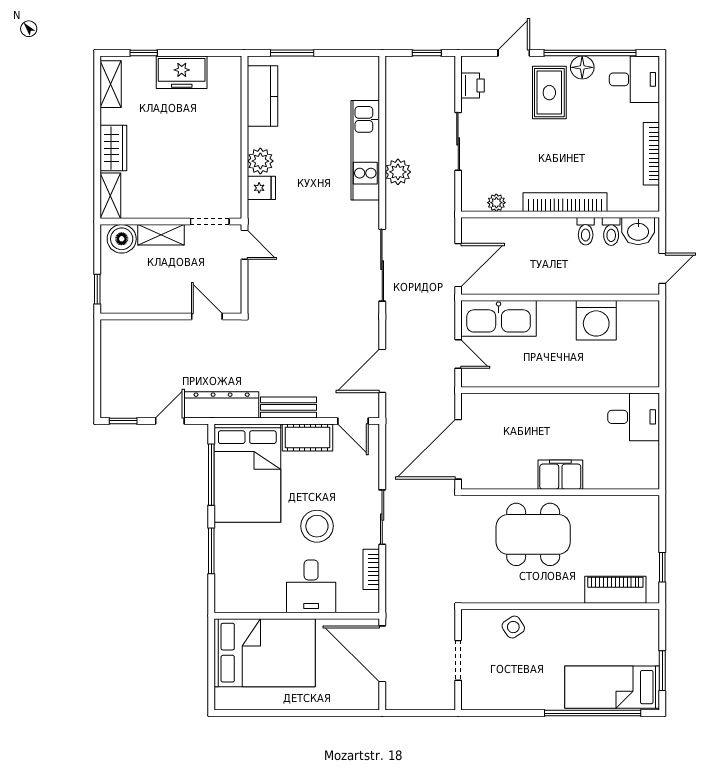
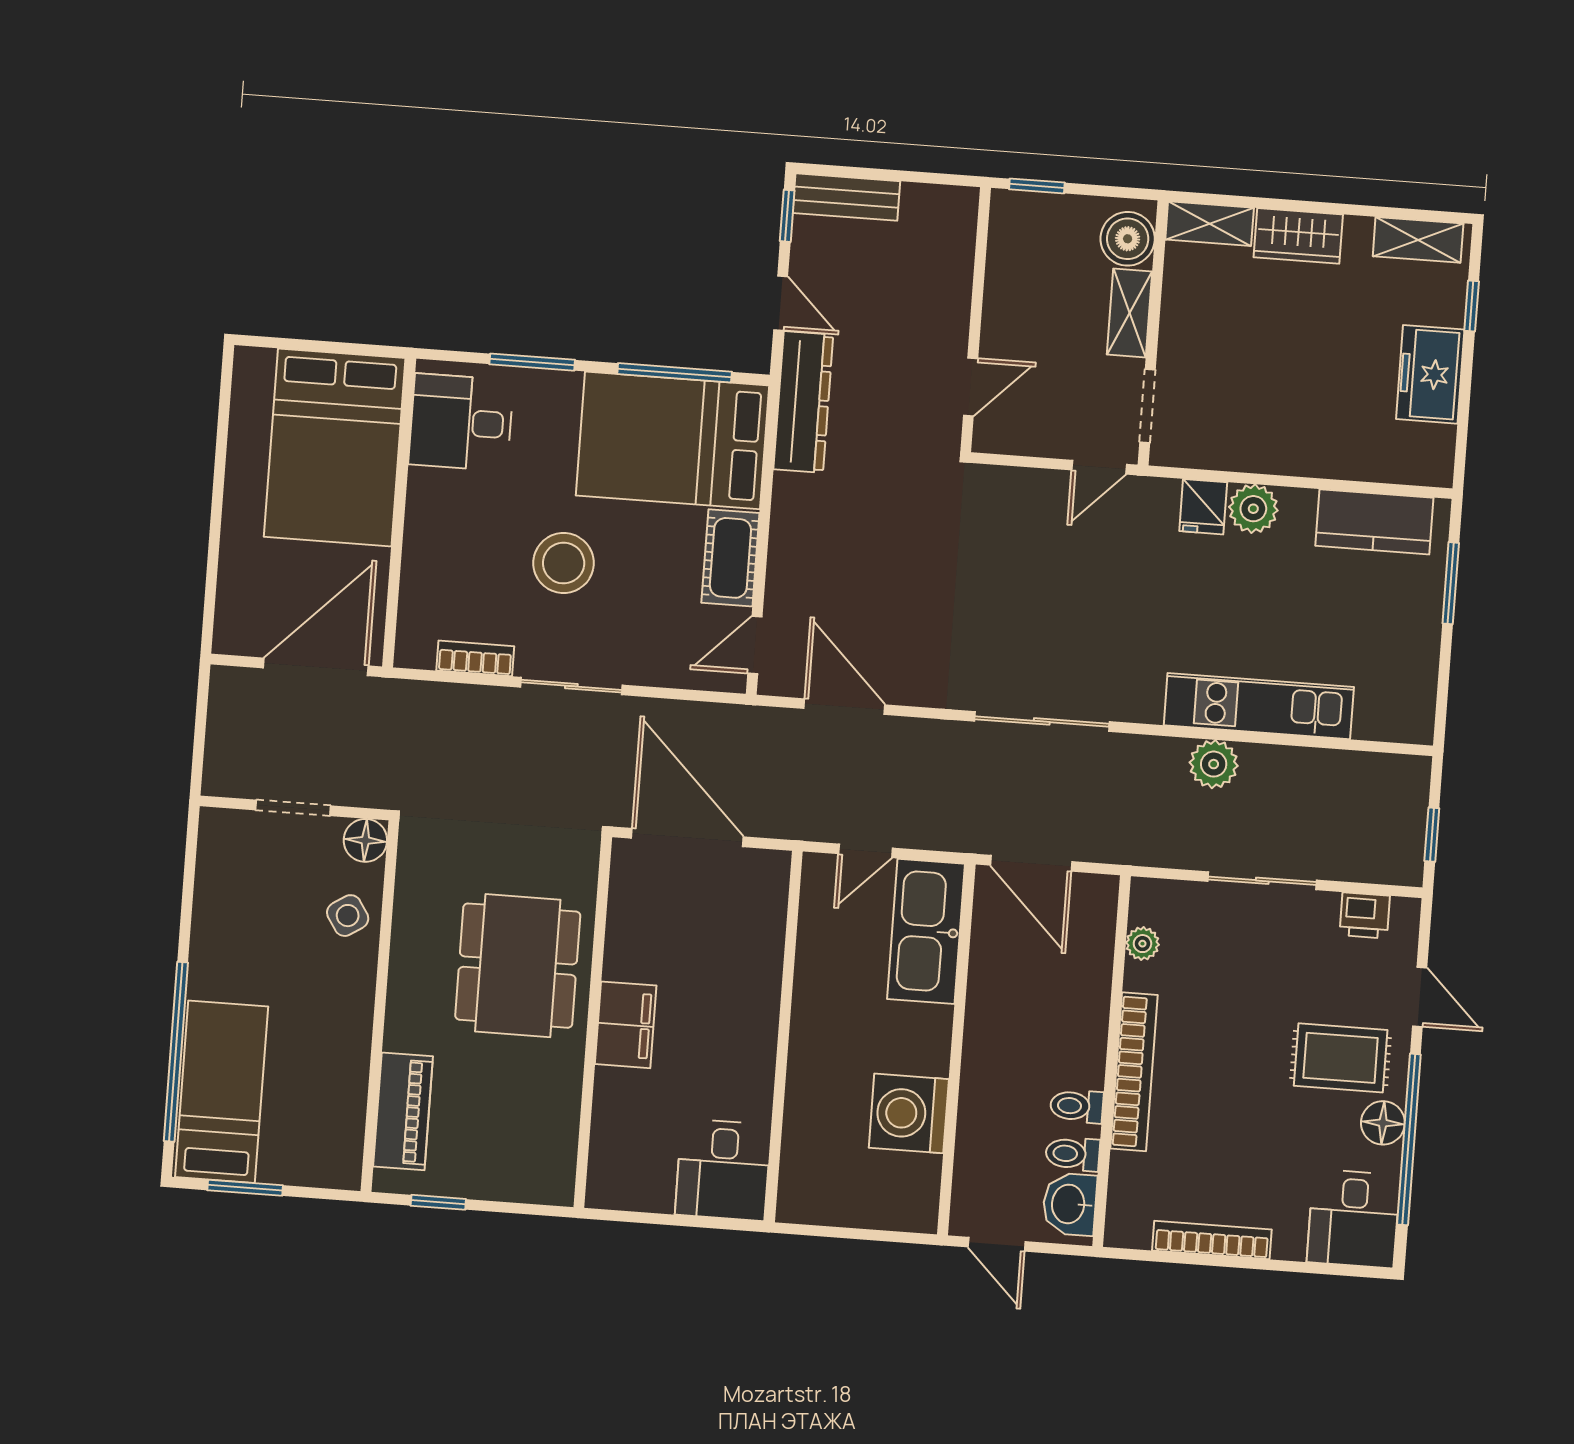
bench: (288, 407) -> (846, 197), moved, turned 90
desk: (311, 586) -> (461, 422), moved
floor lamp: (473, 621) -> (365, 840), added

